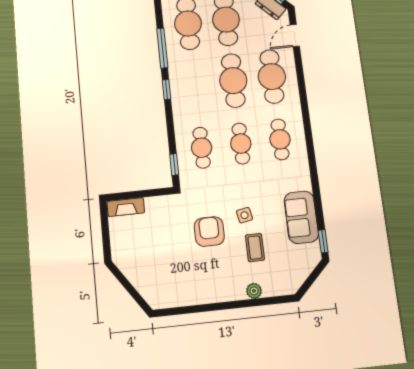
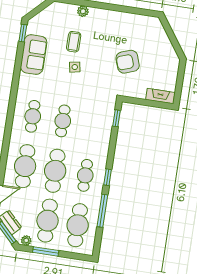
cafe table: (202, 148) -> (85, 175), moved
armchair: (209, 232) -> (128, 62), moved, turned 70

